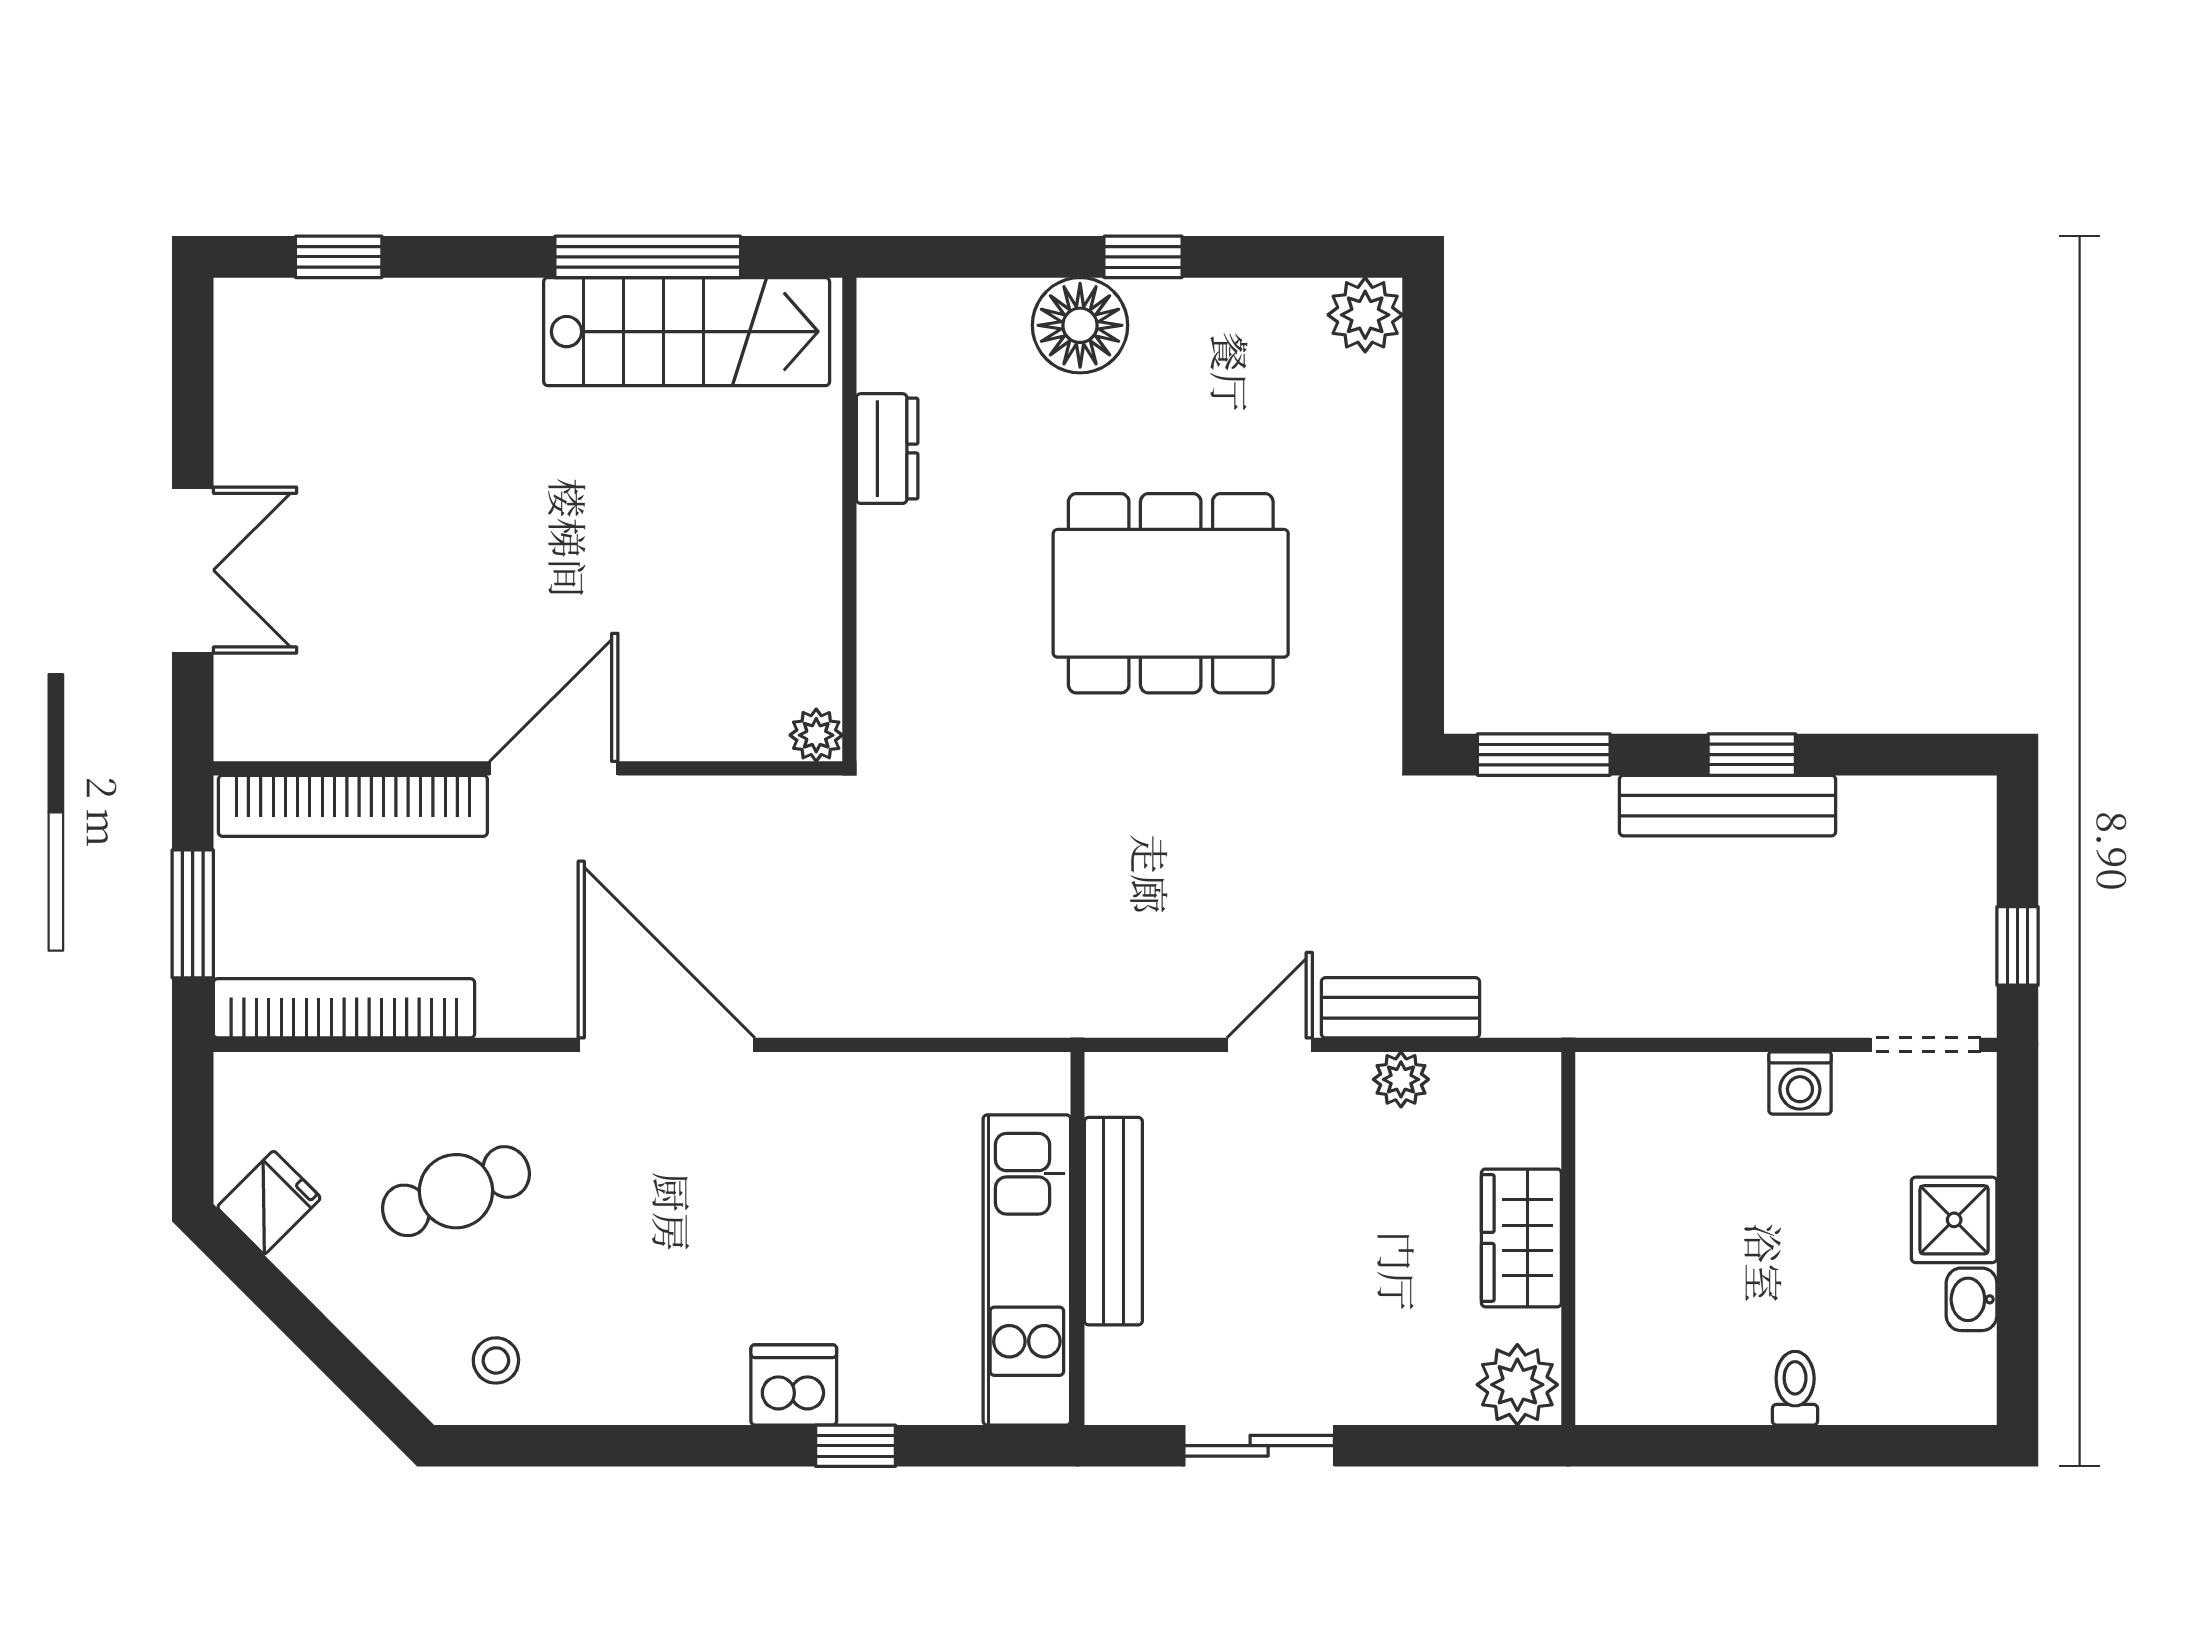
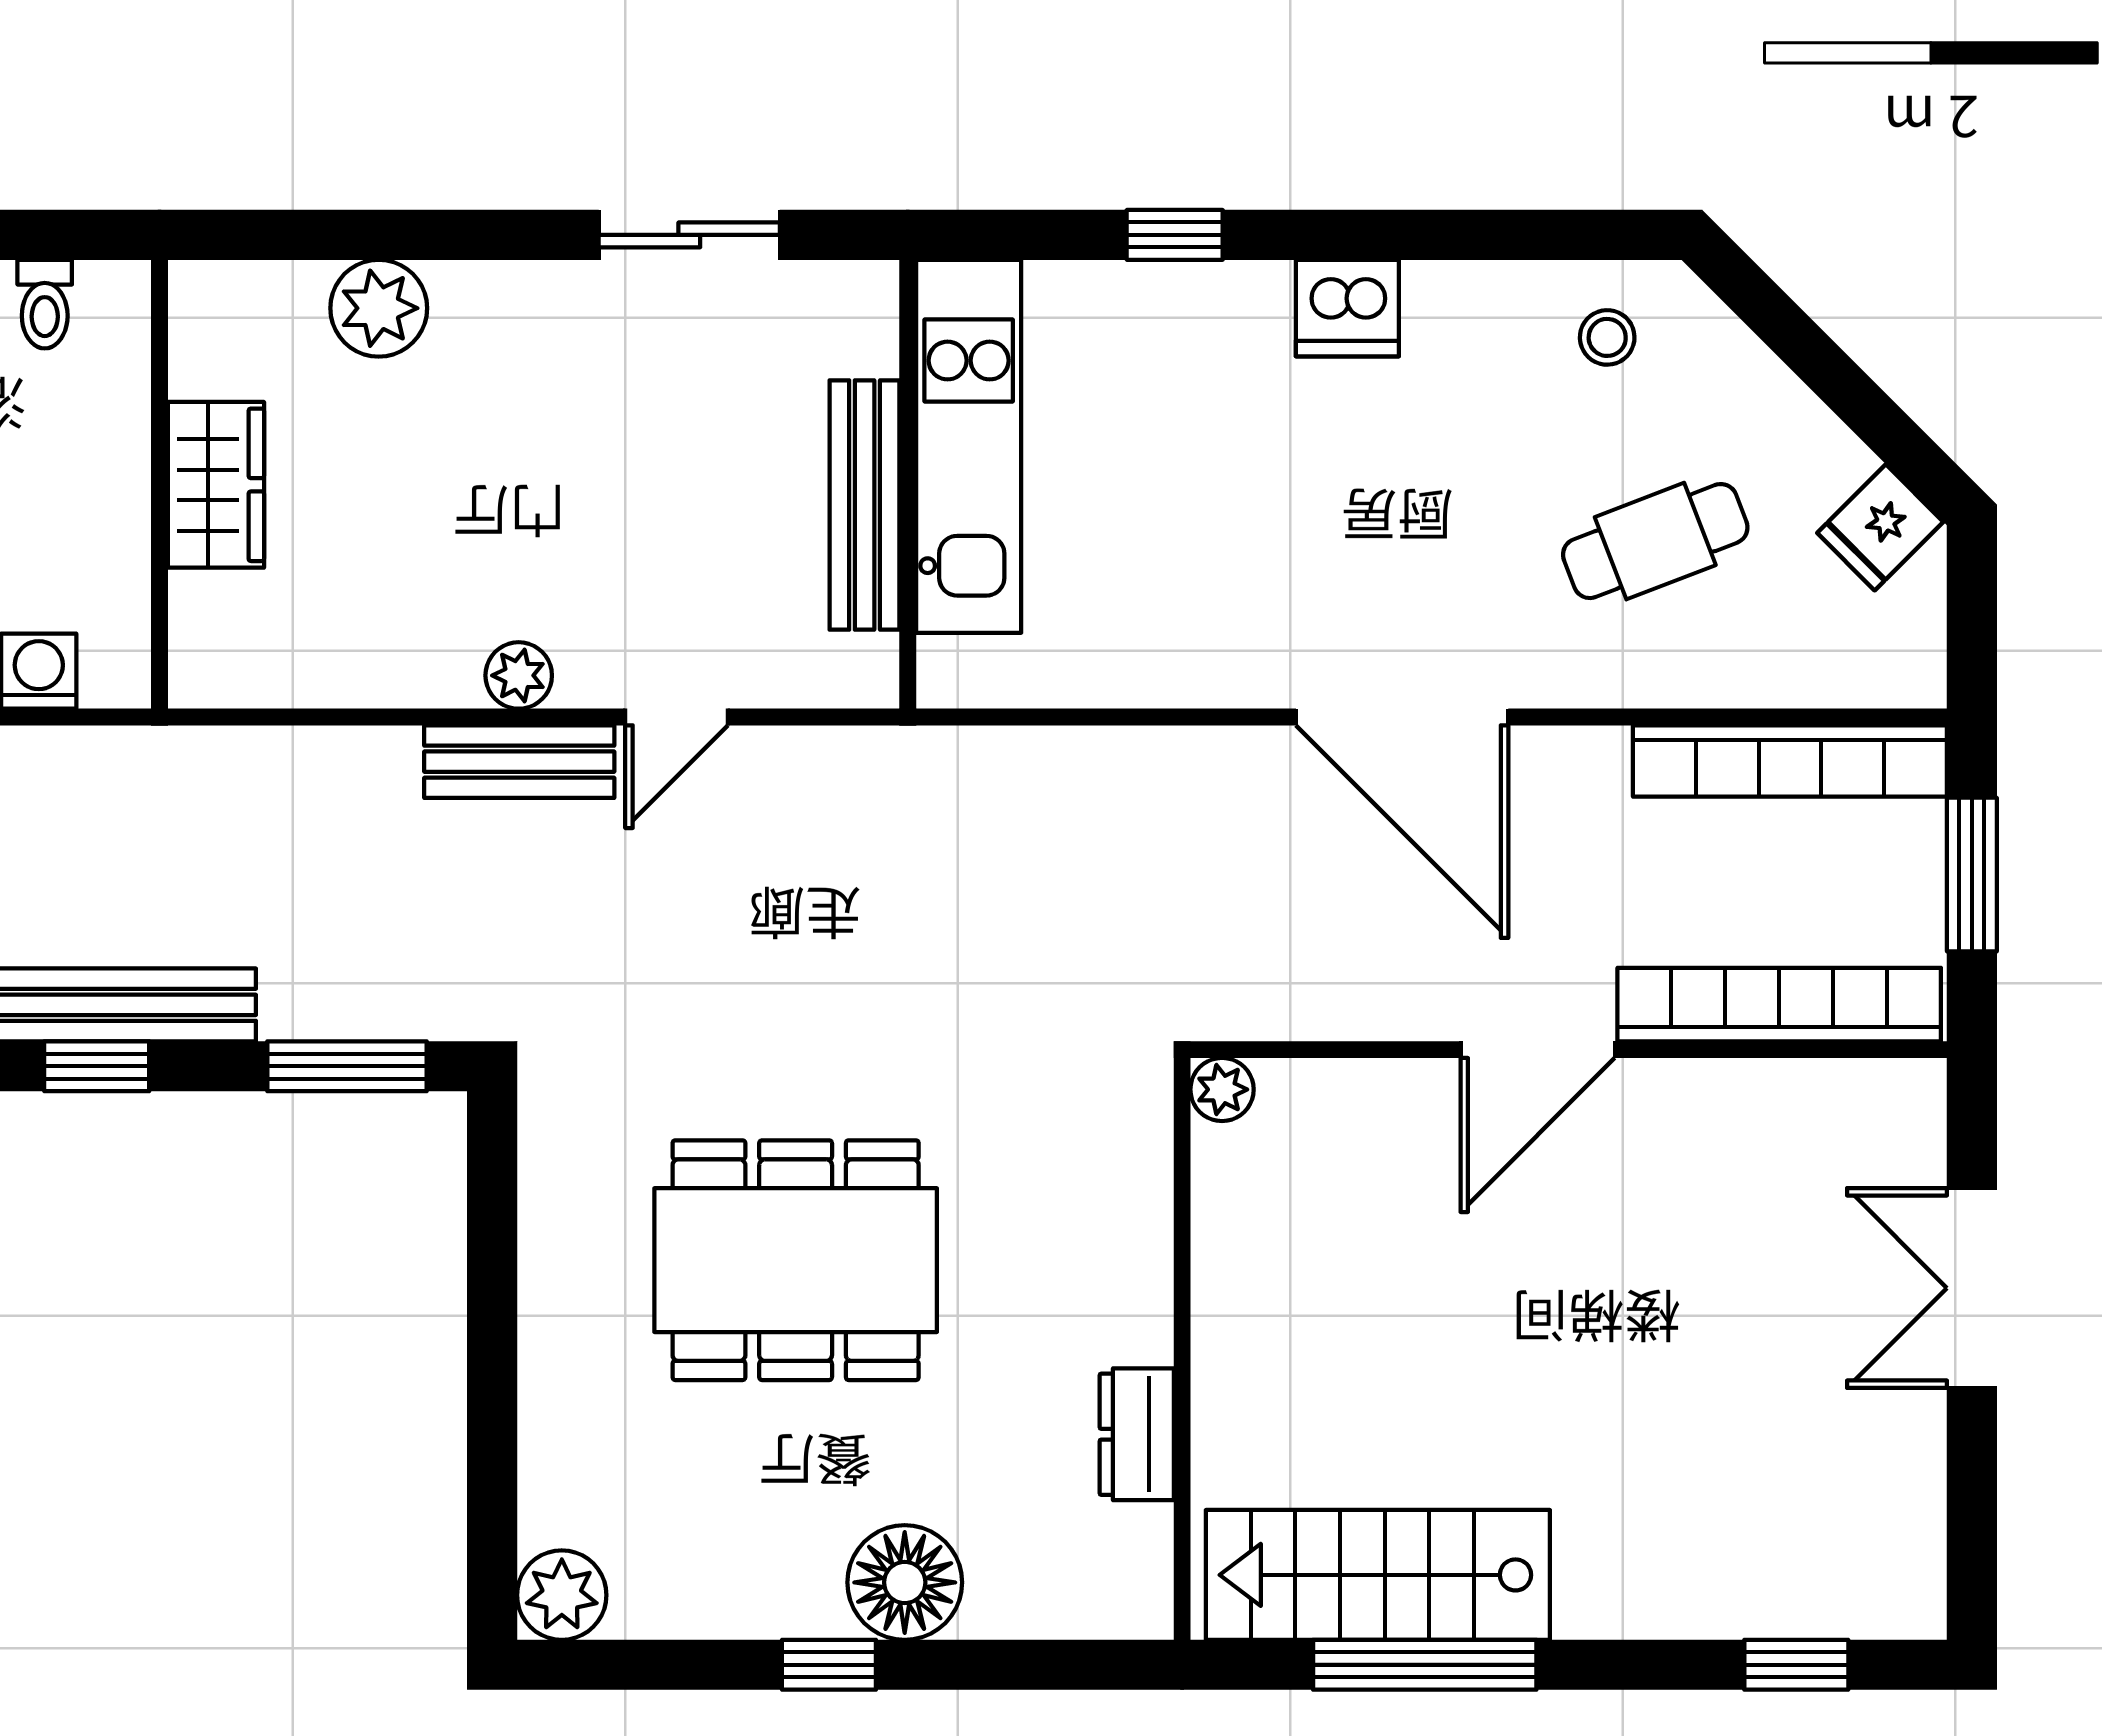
wardrobe: (1521, 1238) -> (216, 485), moved
wall: (1568, 1238) -> (160, 484), moved
dishwasher: (794, 1385) -> (1347, 308), moved

